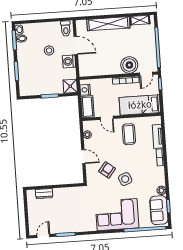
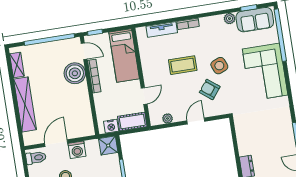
coffee table: (129, 134) -> (183, 65), moved

